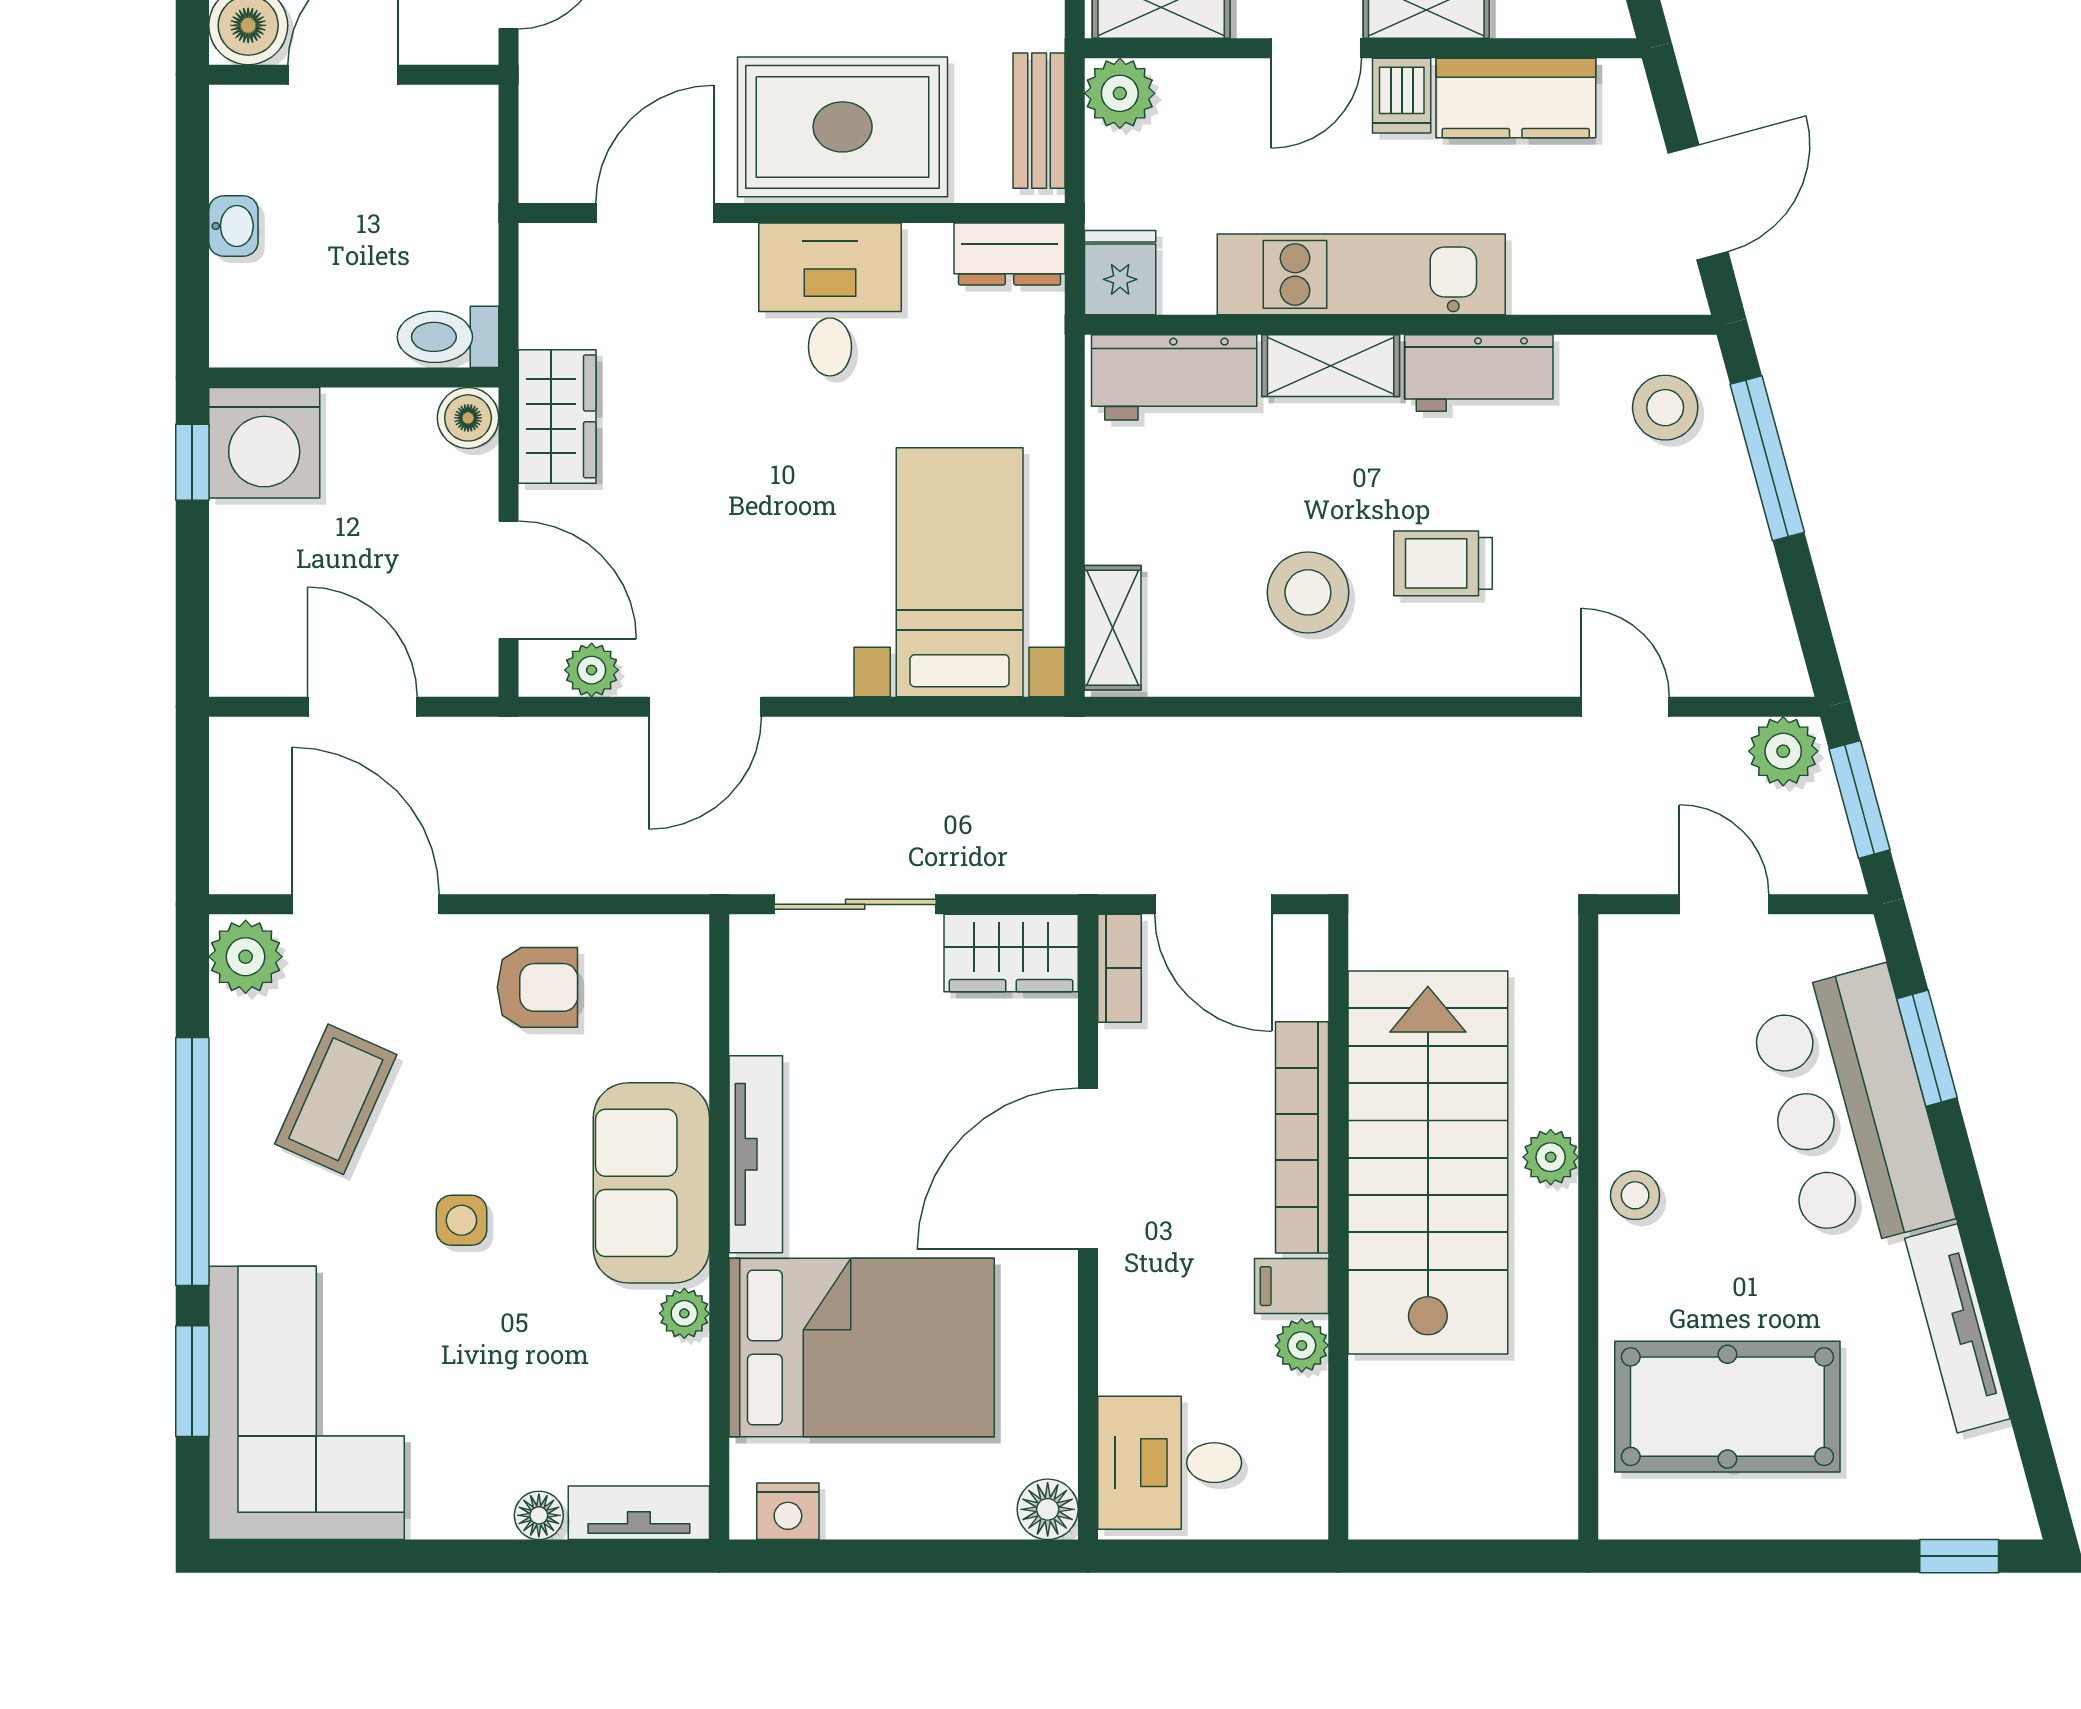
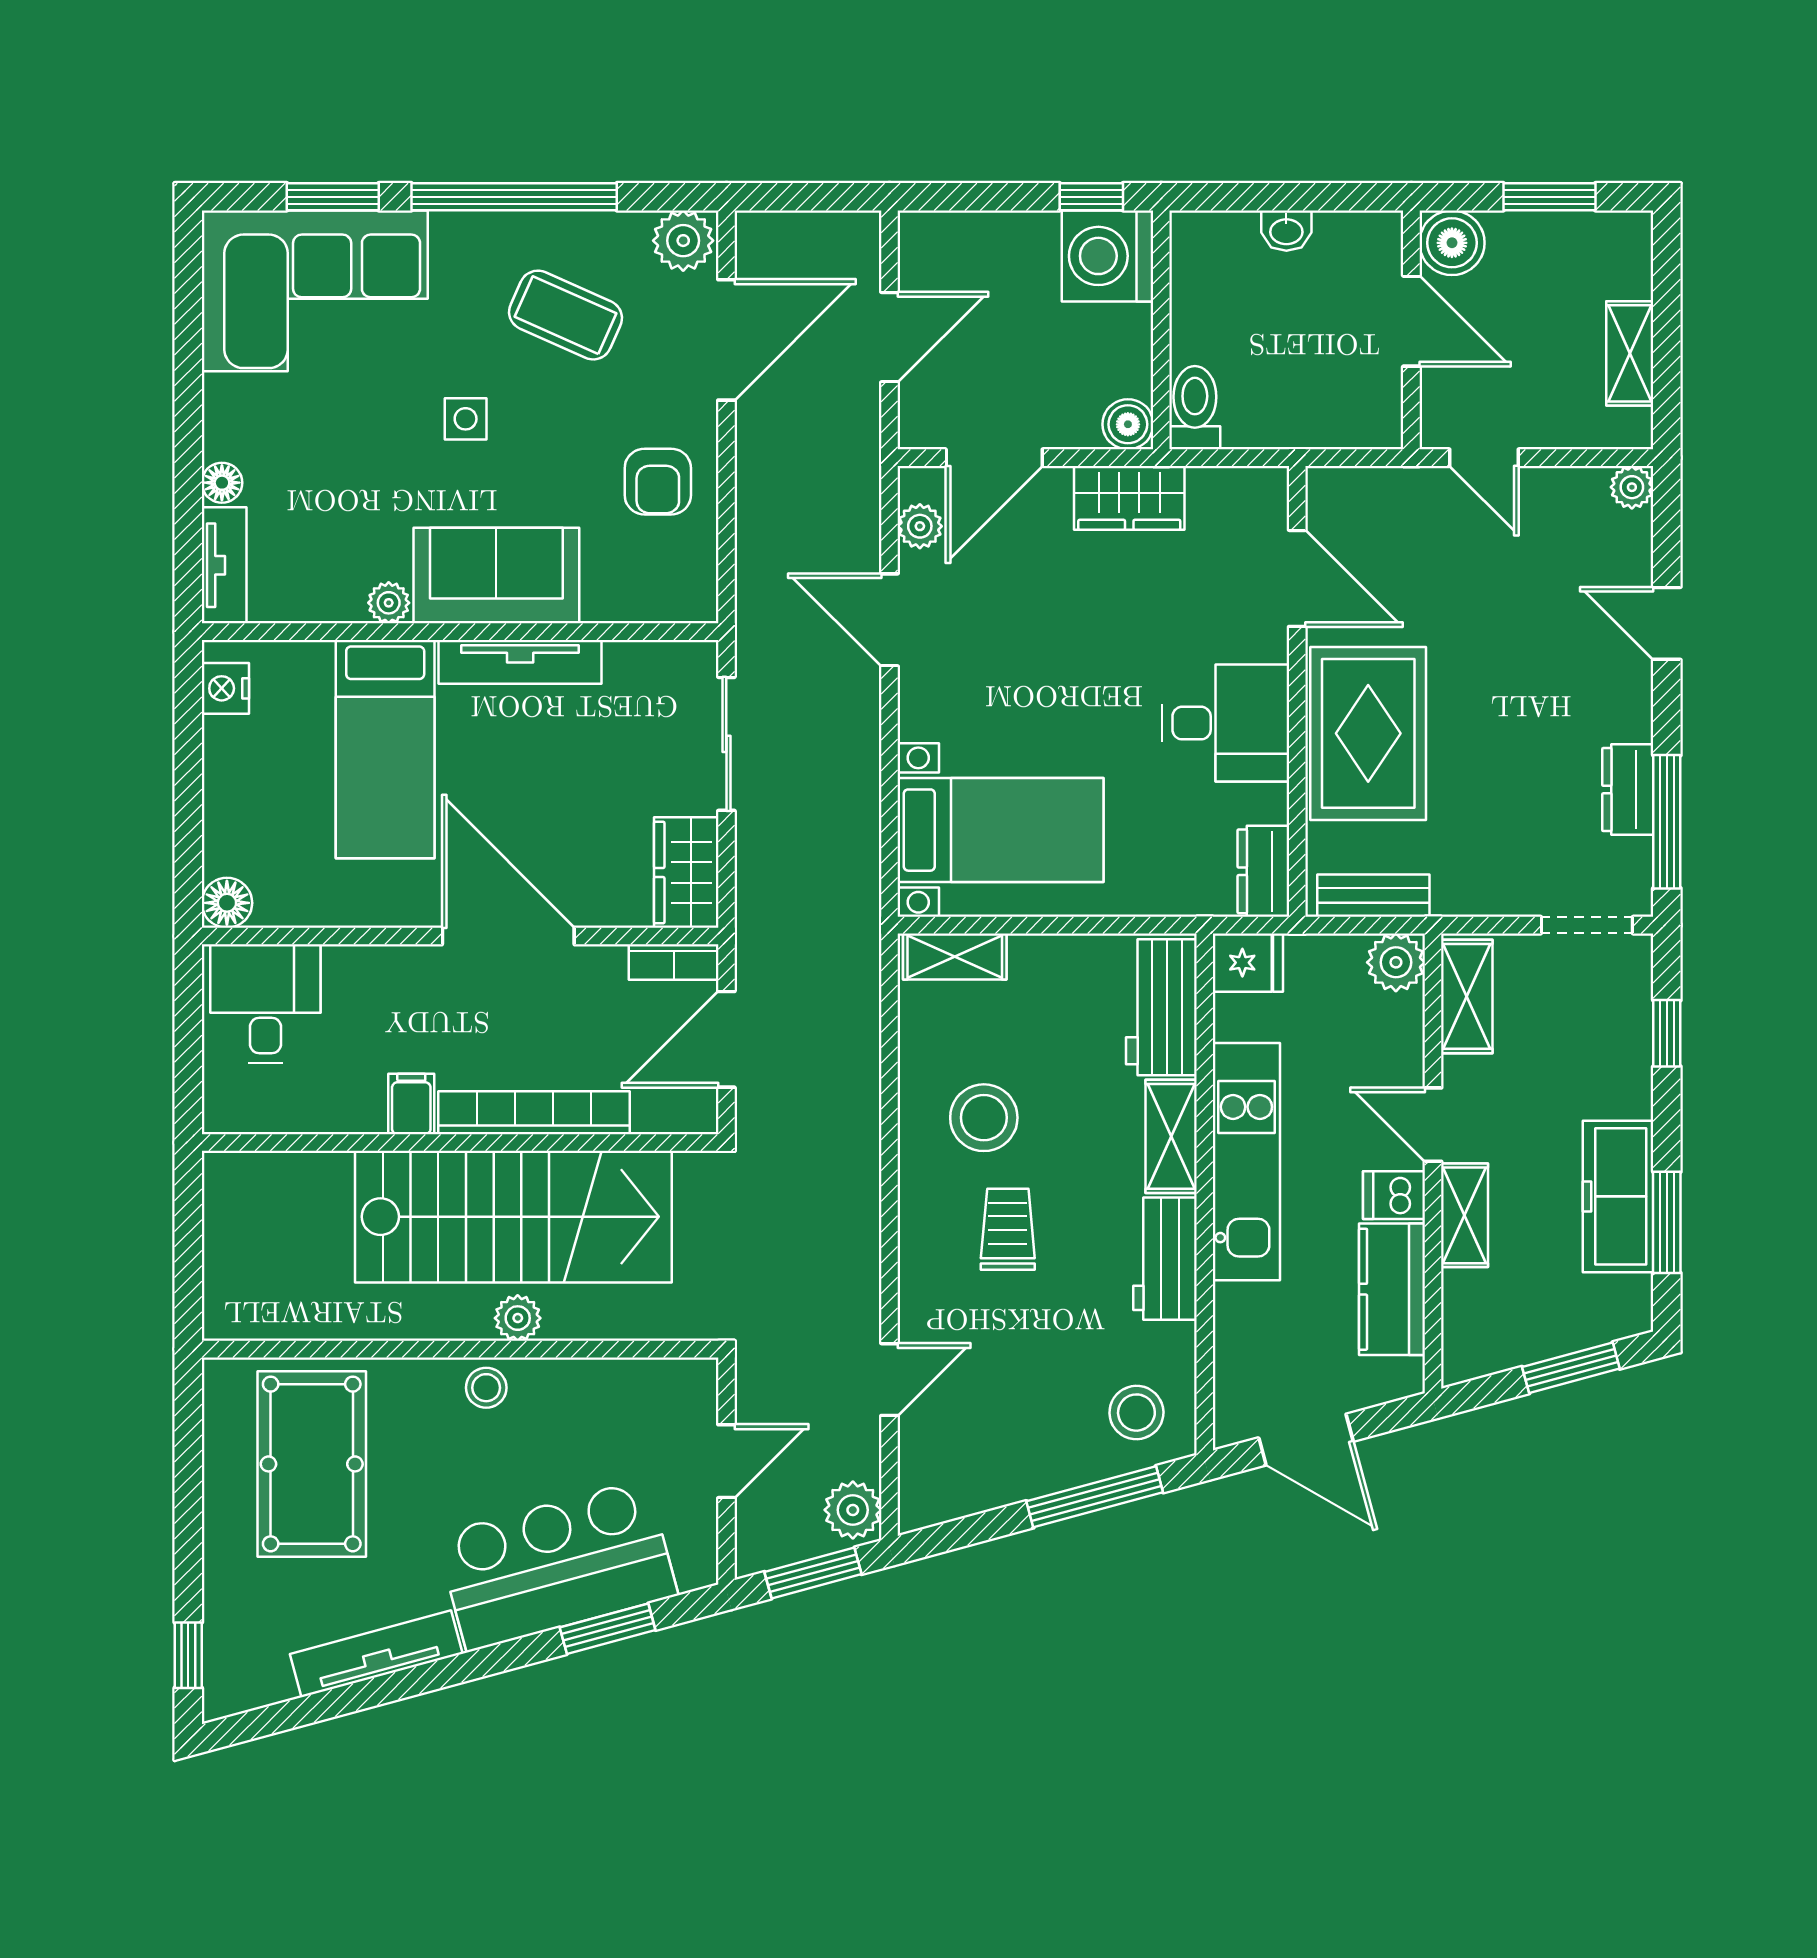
plant: (1302, 1345) -> (362, 1113), removed
bed: (862, 1347) -> (385, 749), width x0.67

